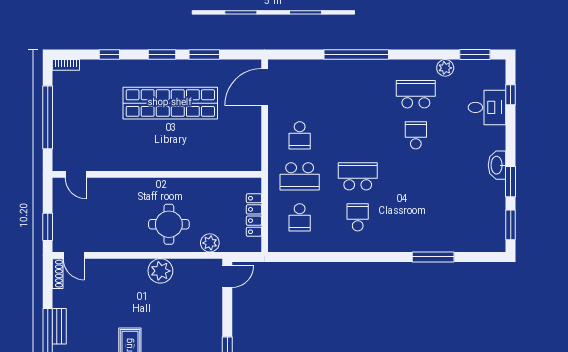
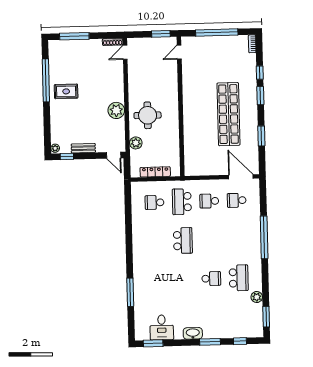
window: (162, 55) -> (260, 96), moved
desk: (487, 107) -> (162, 327), moved
window: (511, 182) -> (210, 342), moved
school desk: (358, 217) -> (237, 200), moved, turned 180
window: (48, 227) -> (161, 34), moved
bench: (59, 326) -> (83, 148), moved

